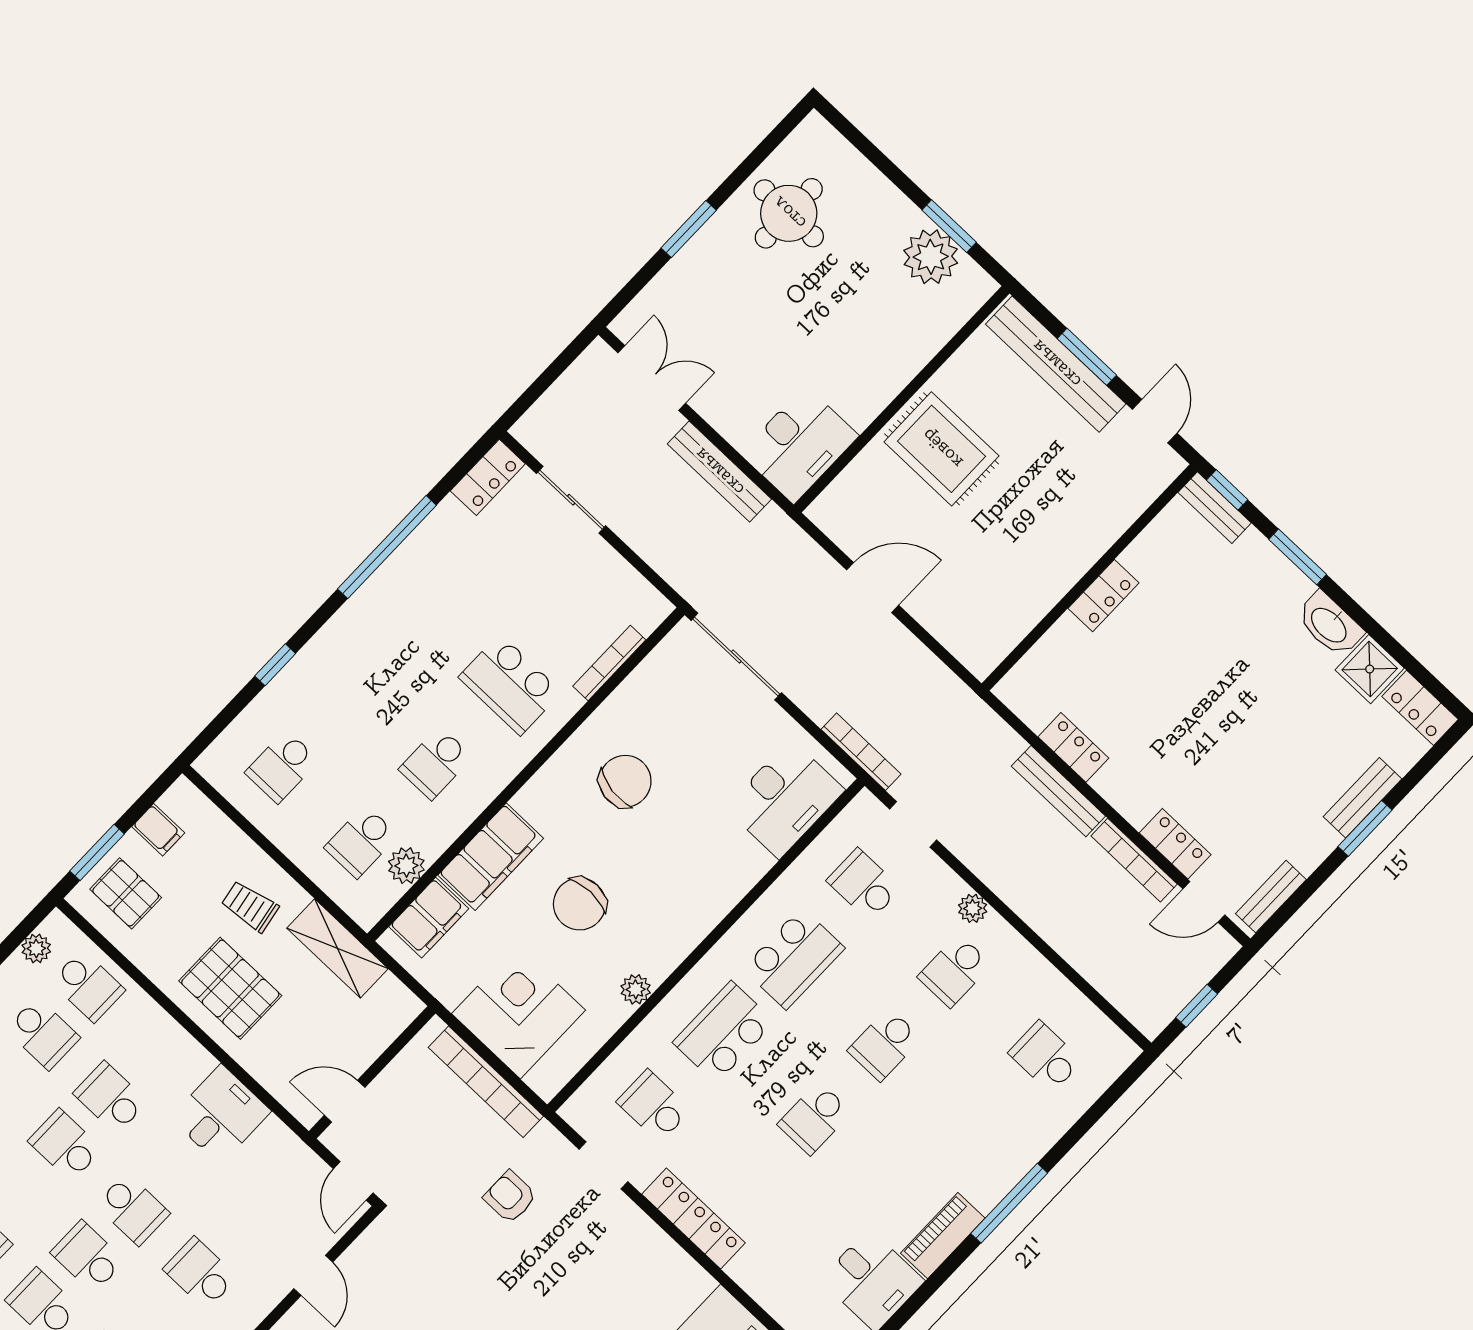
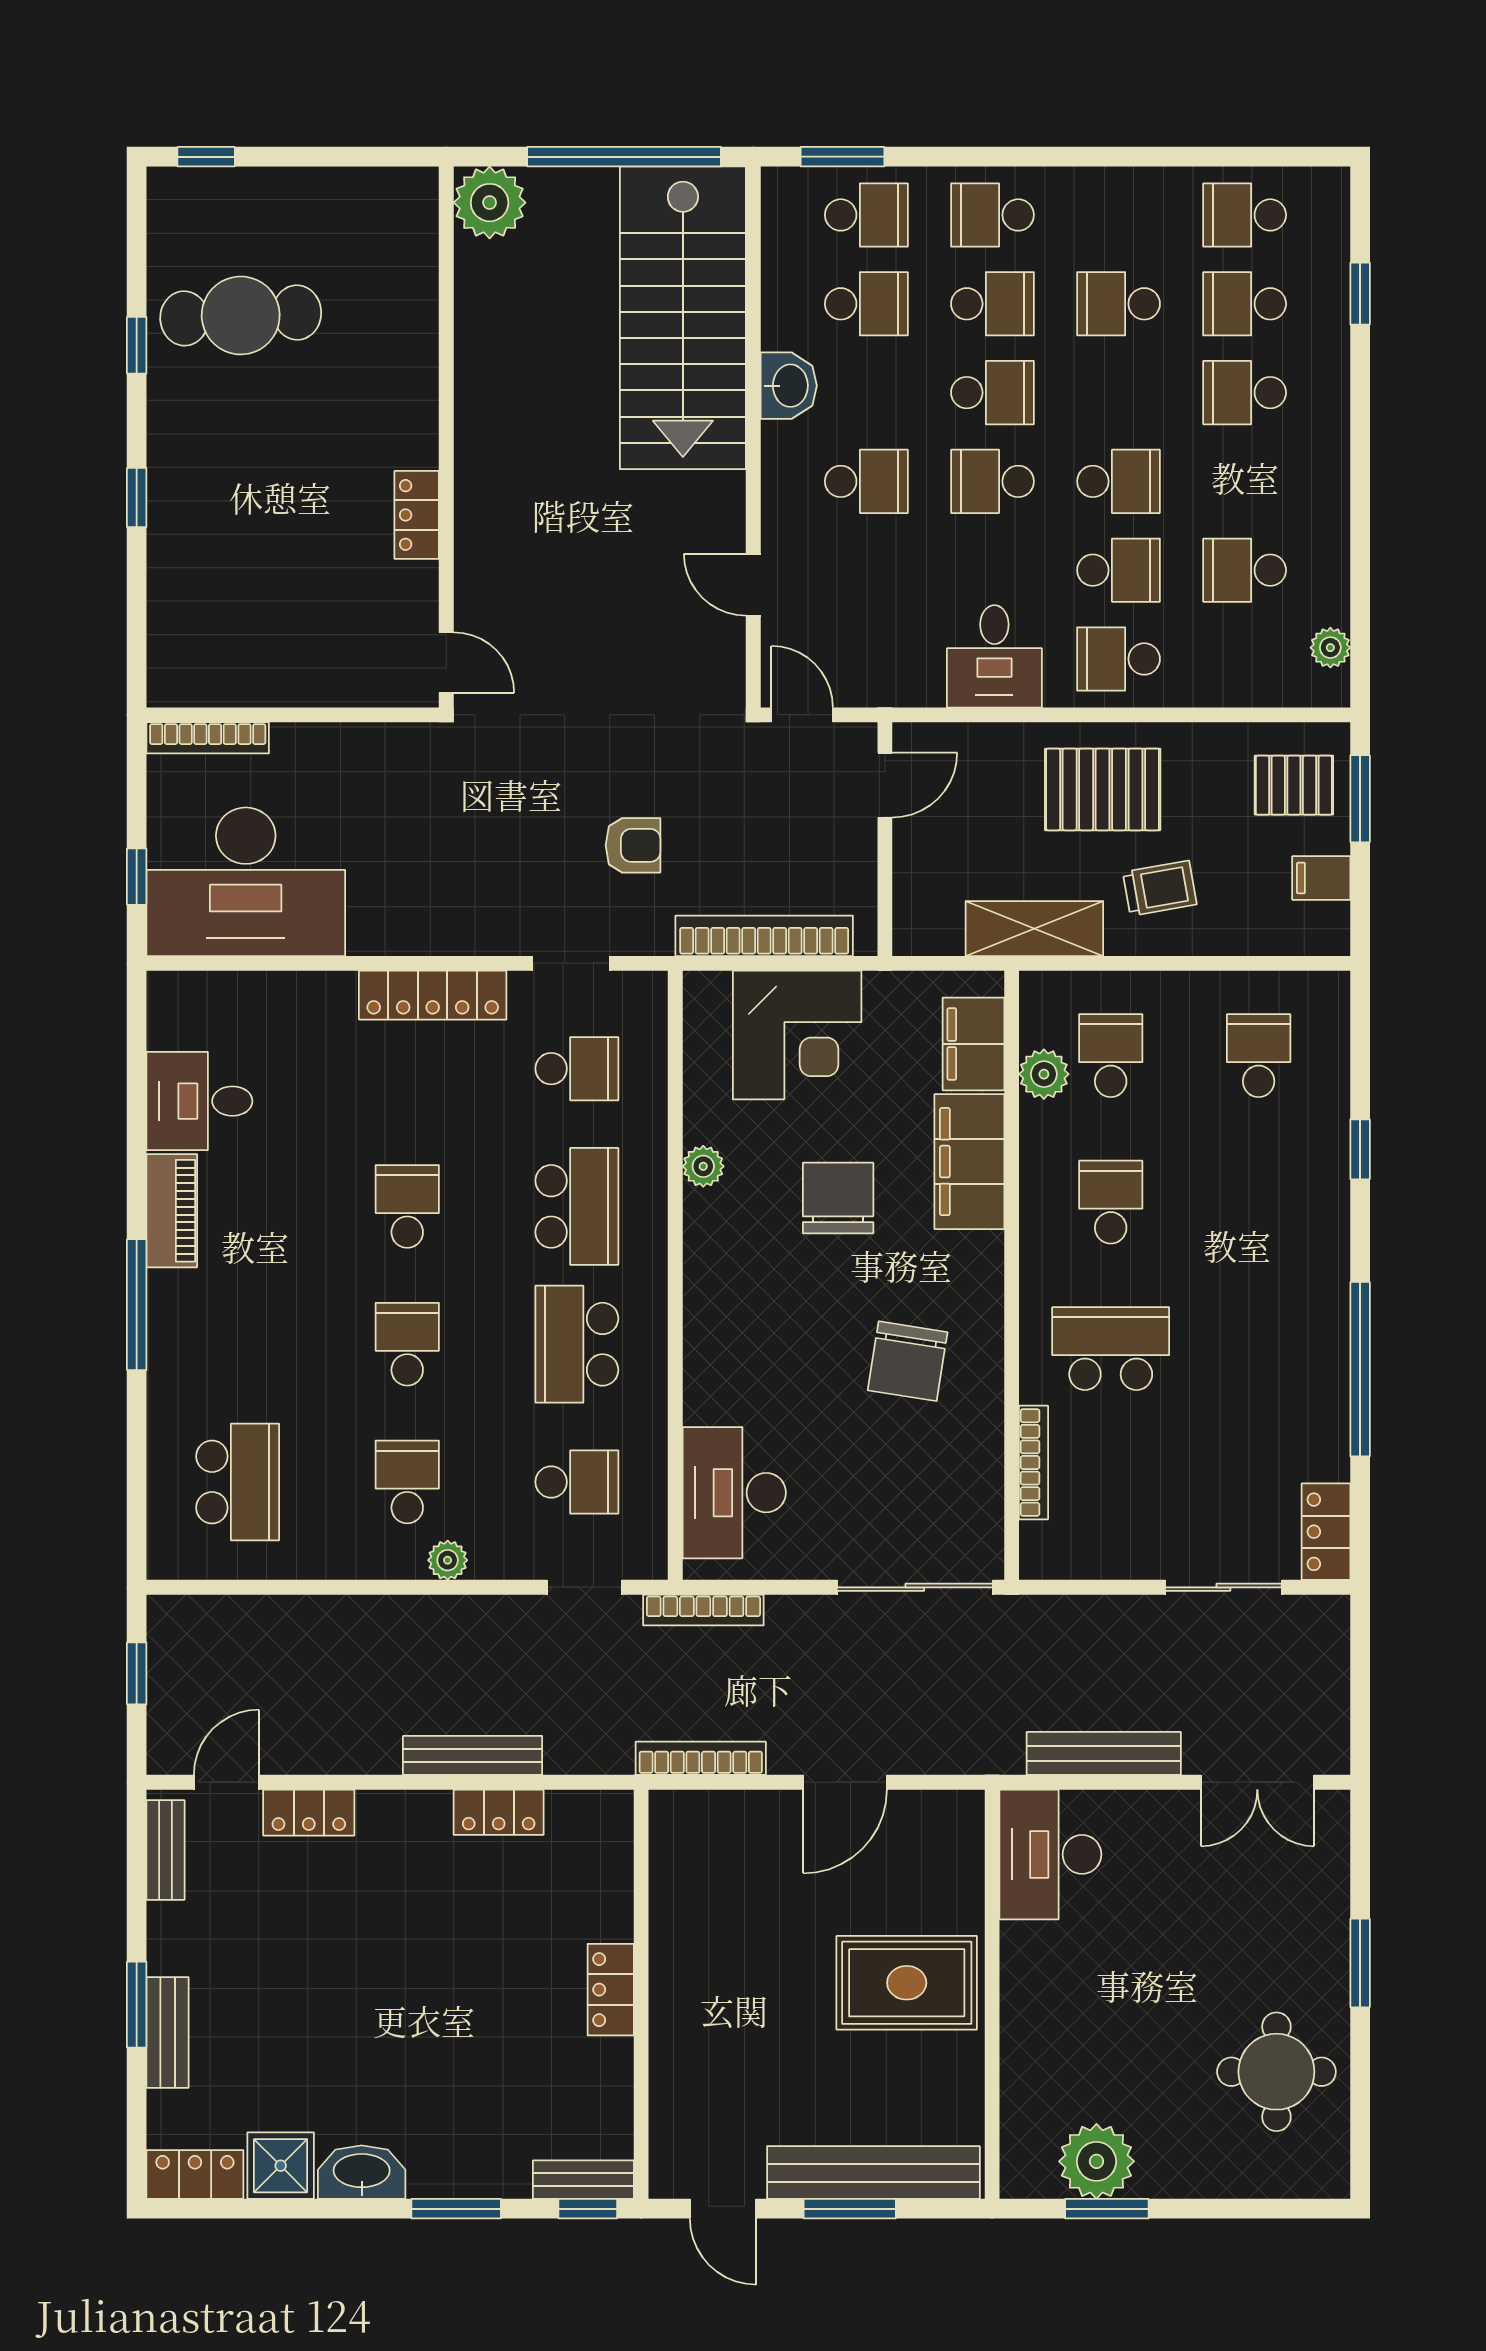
bookcase: (1134, 860) -> (701, 1758), moved
school desk: (88, 986) -> (1119, 659), moved
school desk: (1045, 1057) -> (238, 1482), width x1.85

